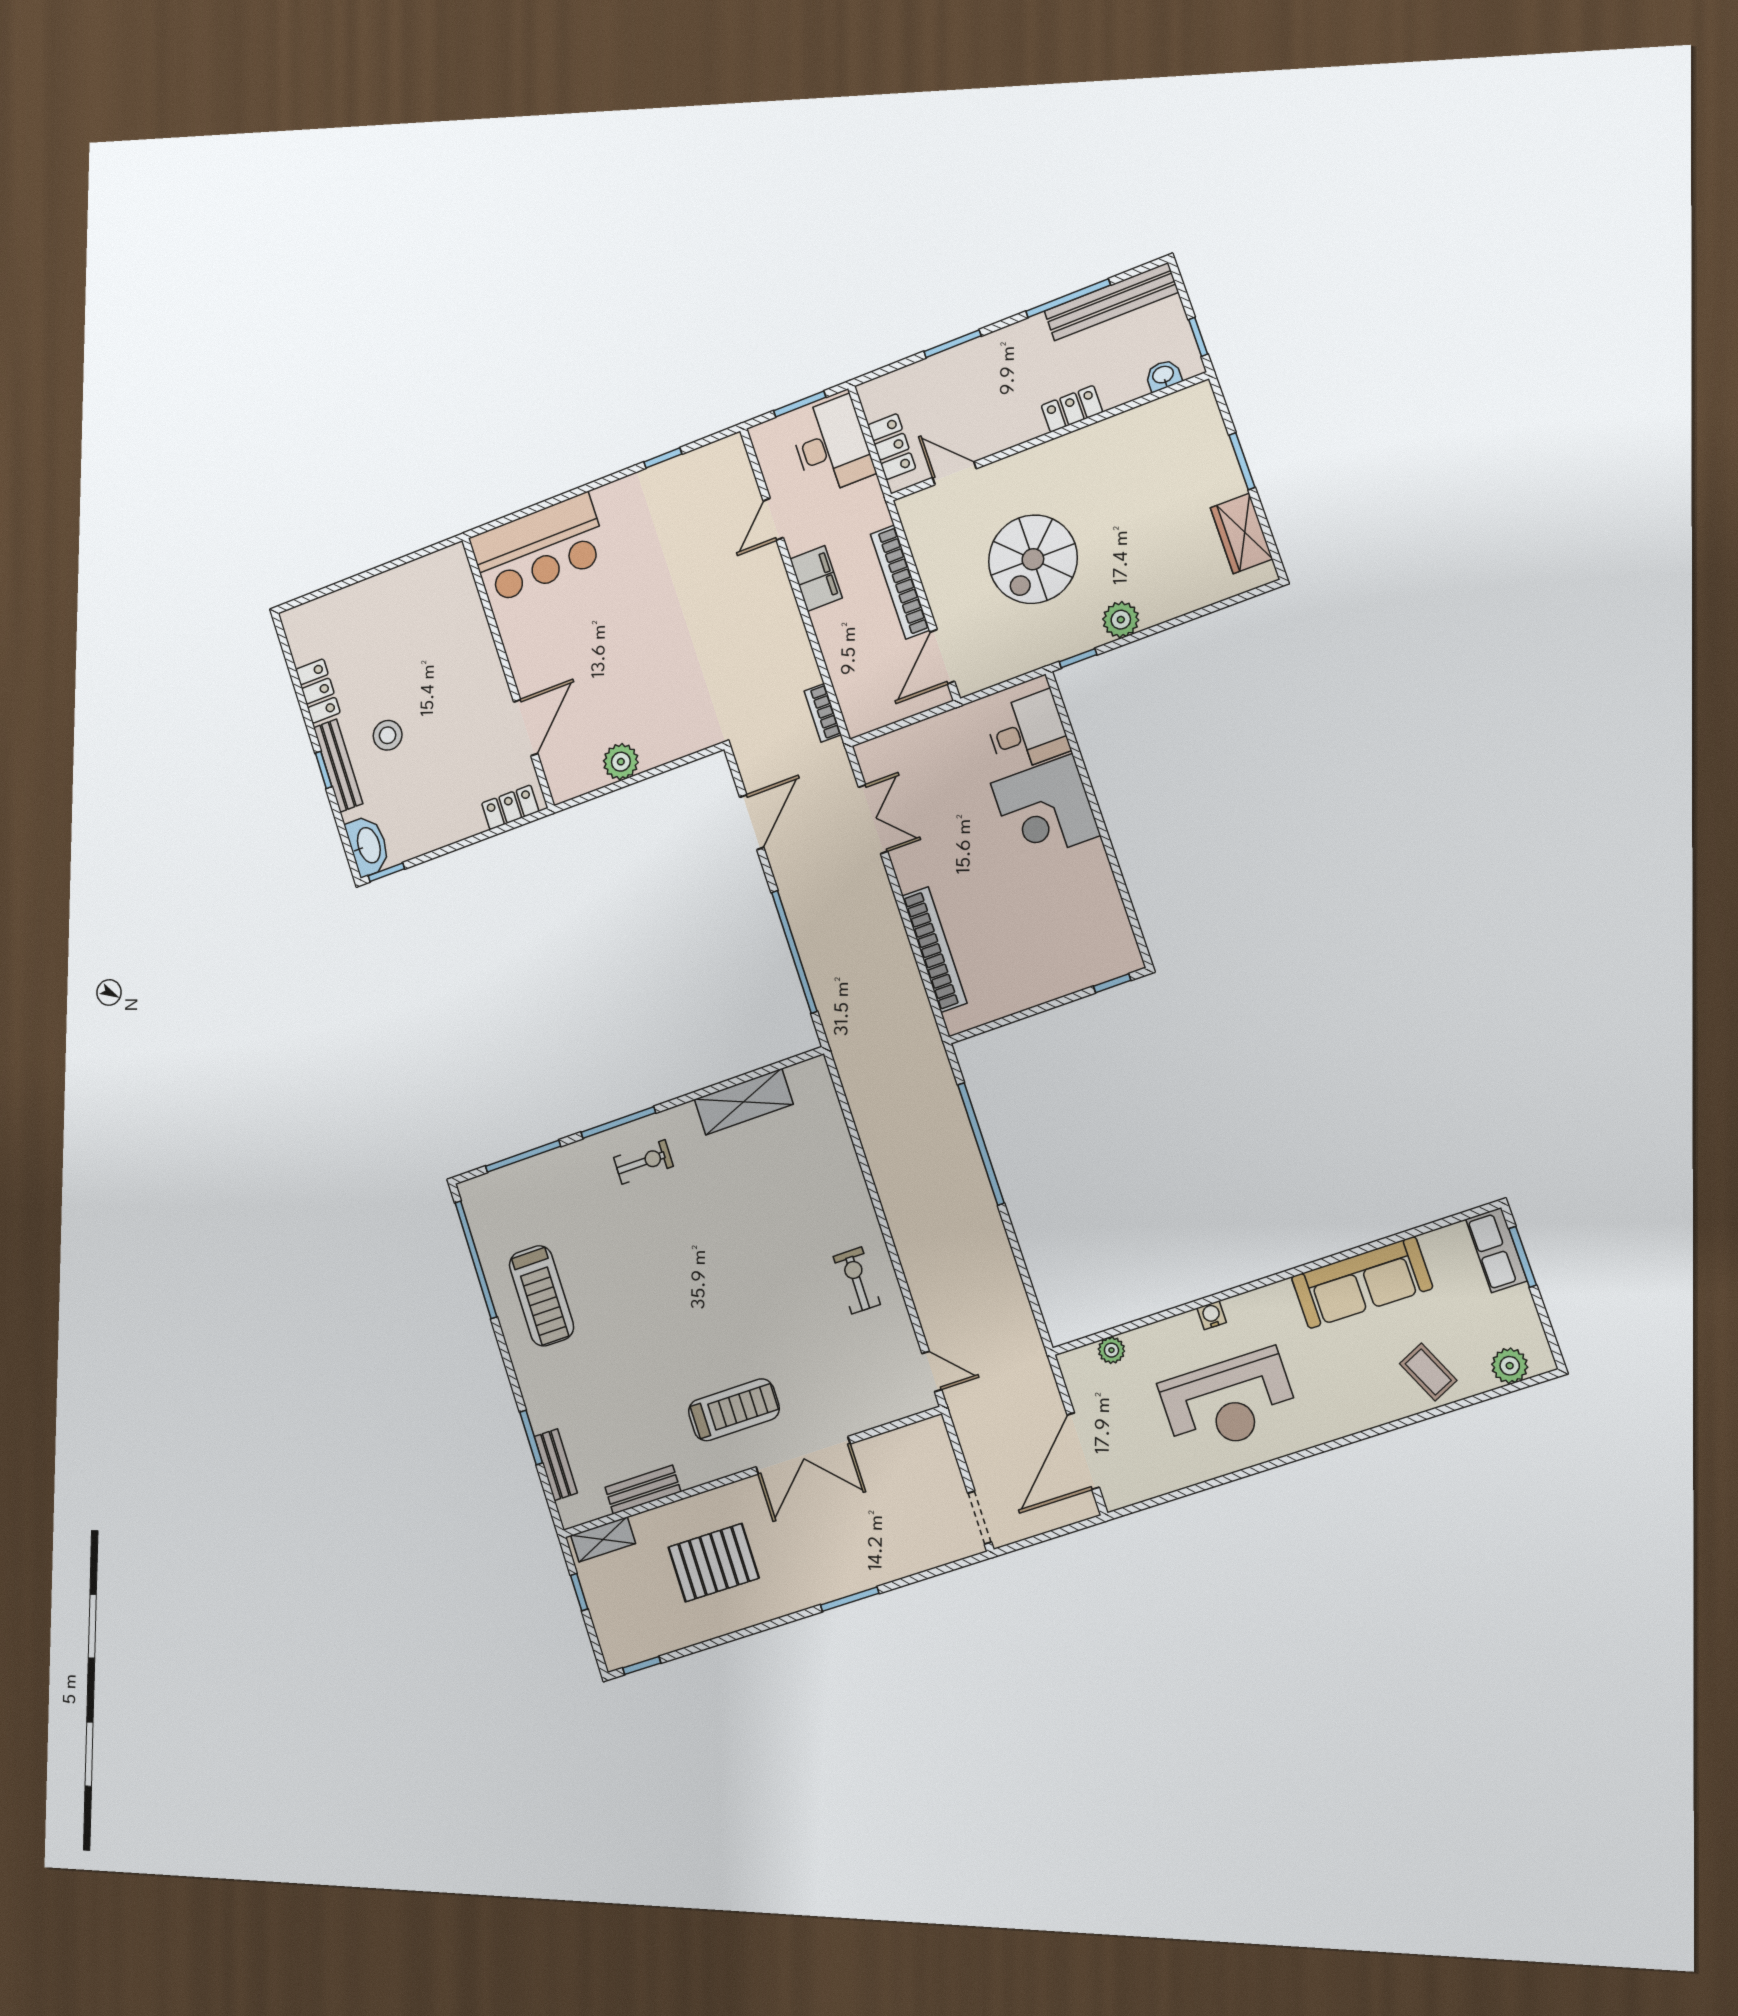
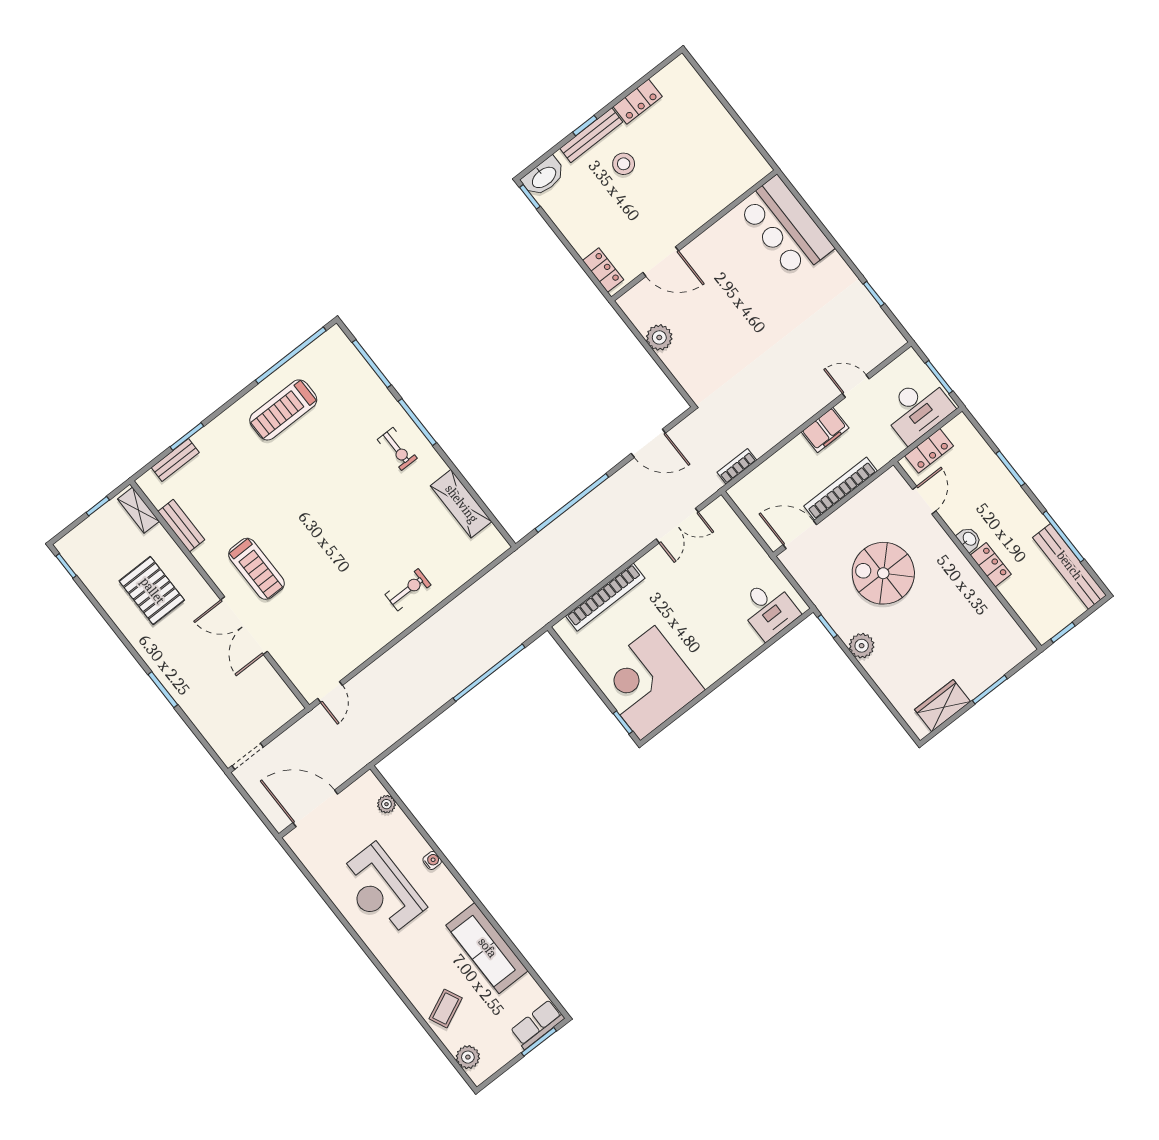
washbasin: (1163, 375) -> (969, 539), moved
corner desk: (1045, 809) -> (647, 683), moved, width x1.36, depth x1.36
exercise bike: (857, 1280) -> (408, 590), moved

